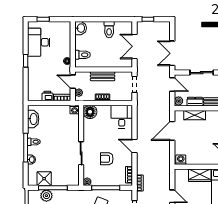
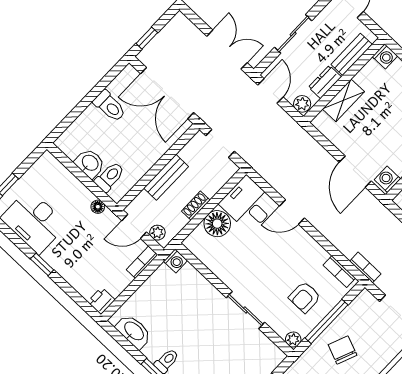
washbasin: (81, 28) -> (90, 163), moved
double door: (134, 46) -> (167, 93), width x1.37
double door: (172, 53) -> (227, 49), swing flipped
door: (172, 84) -> (271, 91), hinge flipped
printer: (47, 96) -> (101, 301), moved
floor lamp: (90, 112) -> (217, 224), moved
door: (172, 131) -> (355, 172), moved
door: (134, 146) -> (292, 212), moved
armchair: (107, 159) -> (305, 297), moved

